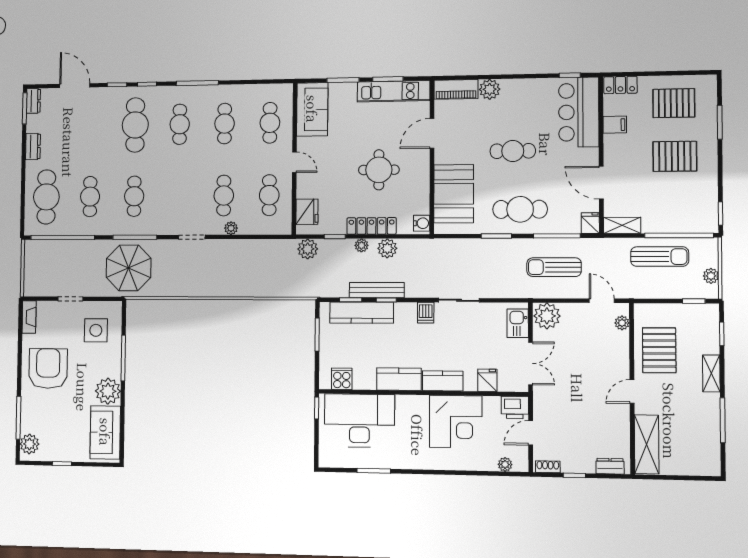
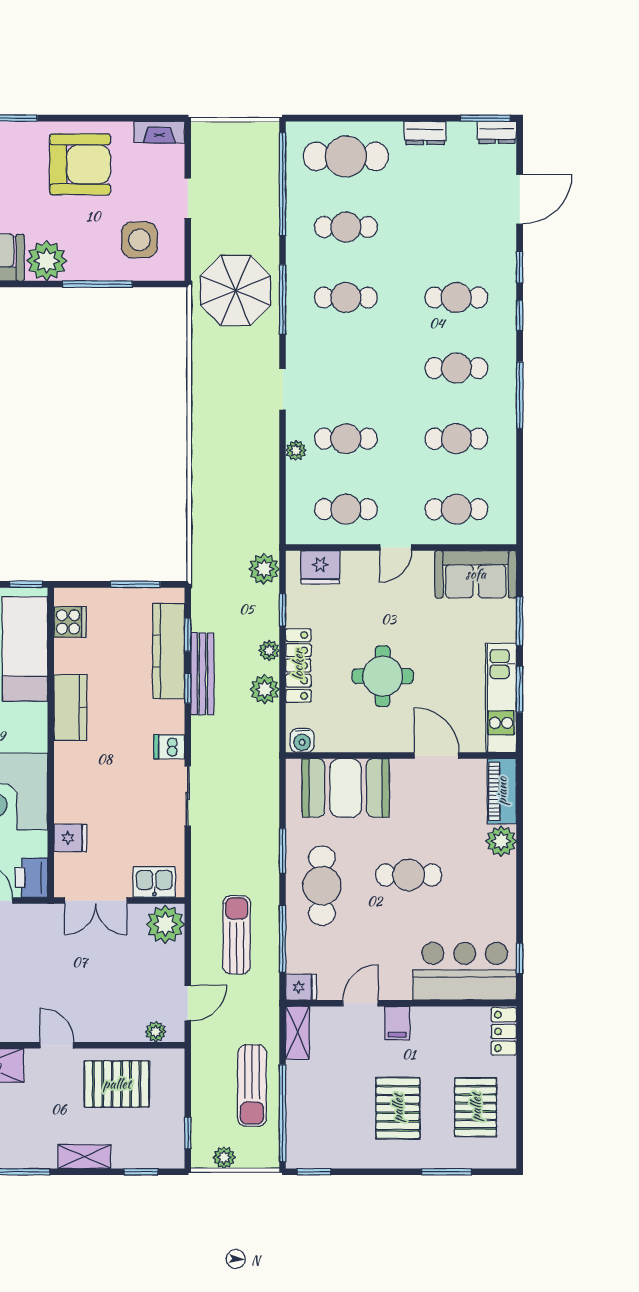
cafe table: (135, 125) -> (456, 298), width x0.73, depth x0.74
filing cabinet: (615, 125) -> (397, 1023), moved
cafe table: (513, 151) -> (408, 875), turned 90
door: (601, 183) -> (360, 1003), width x0.73
kitchen counter: (443, 381) -> (69, 772), removed

